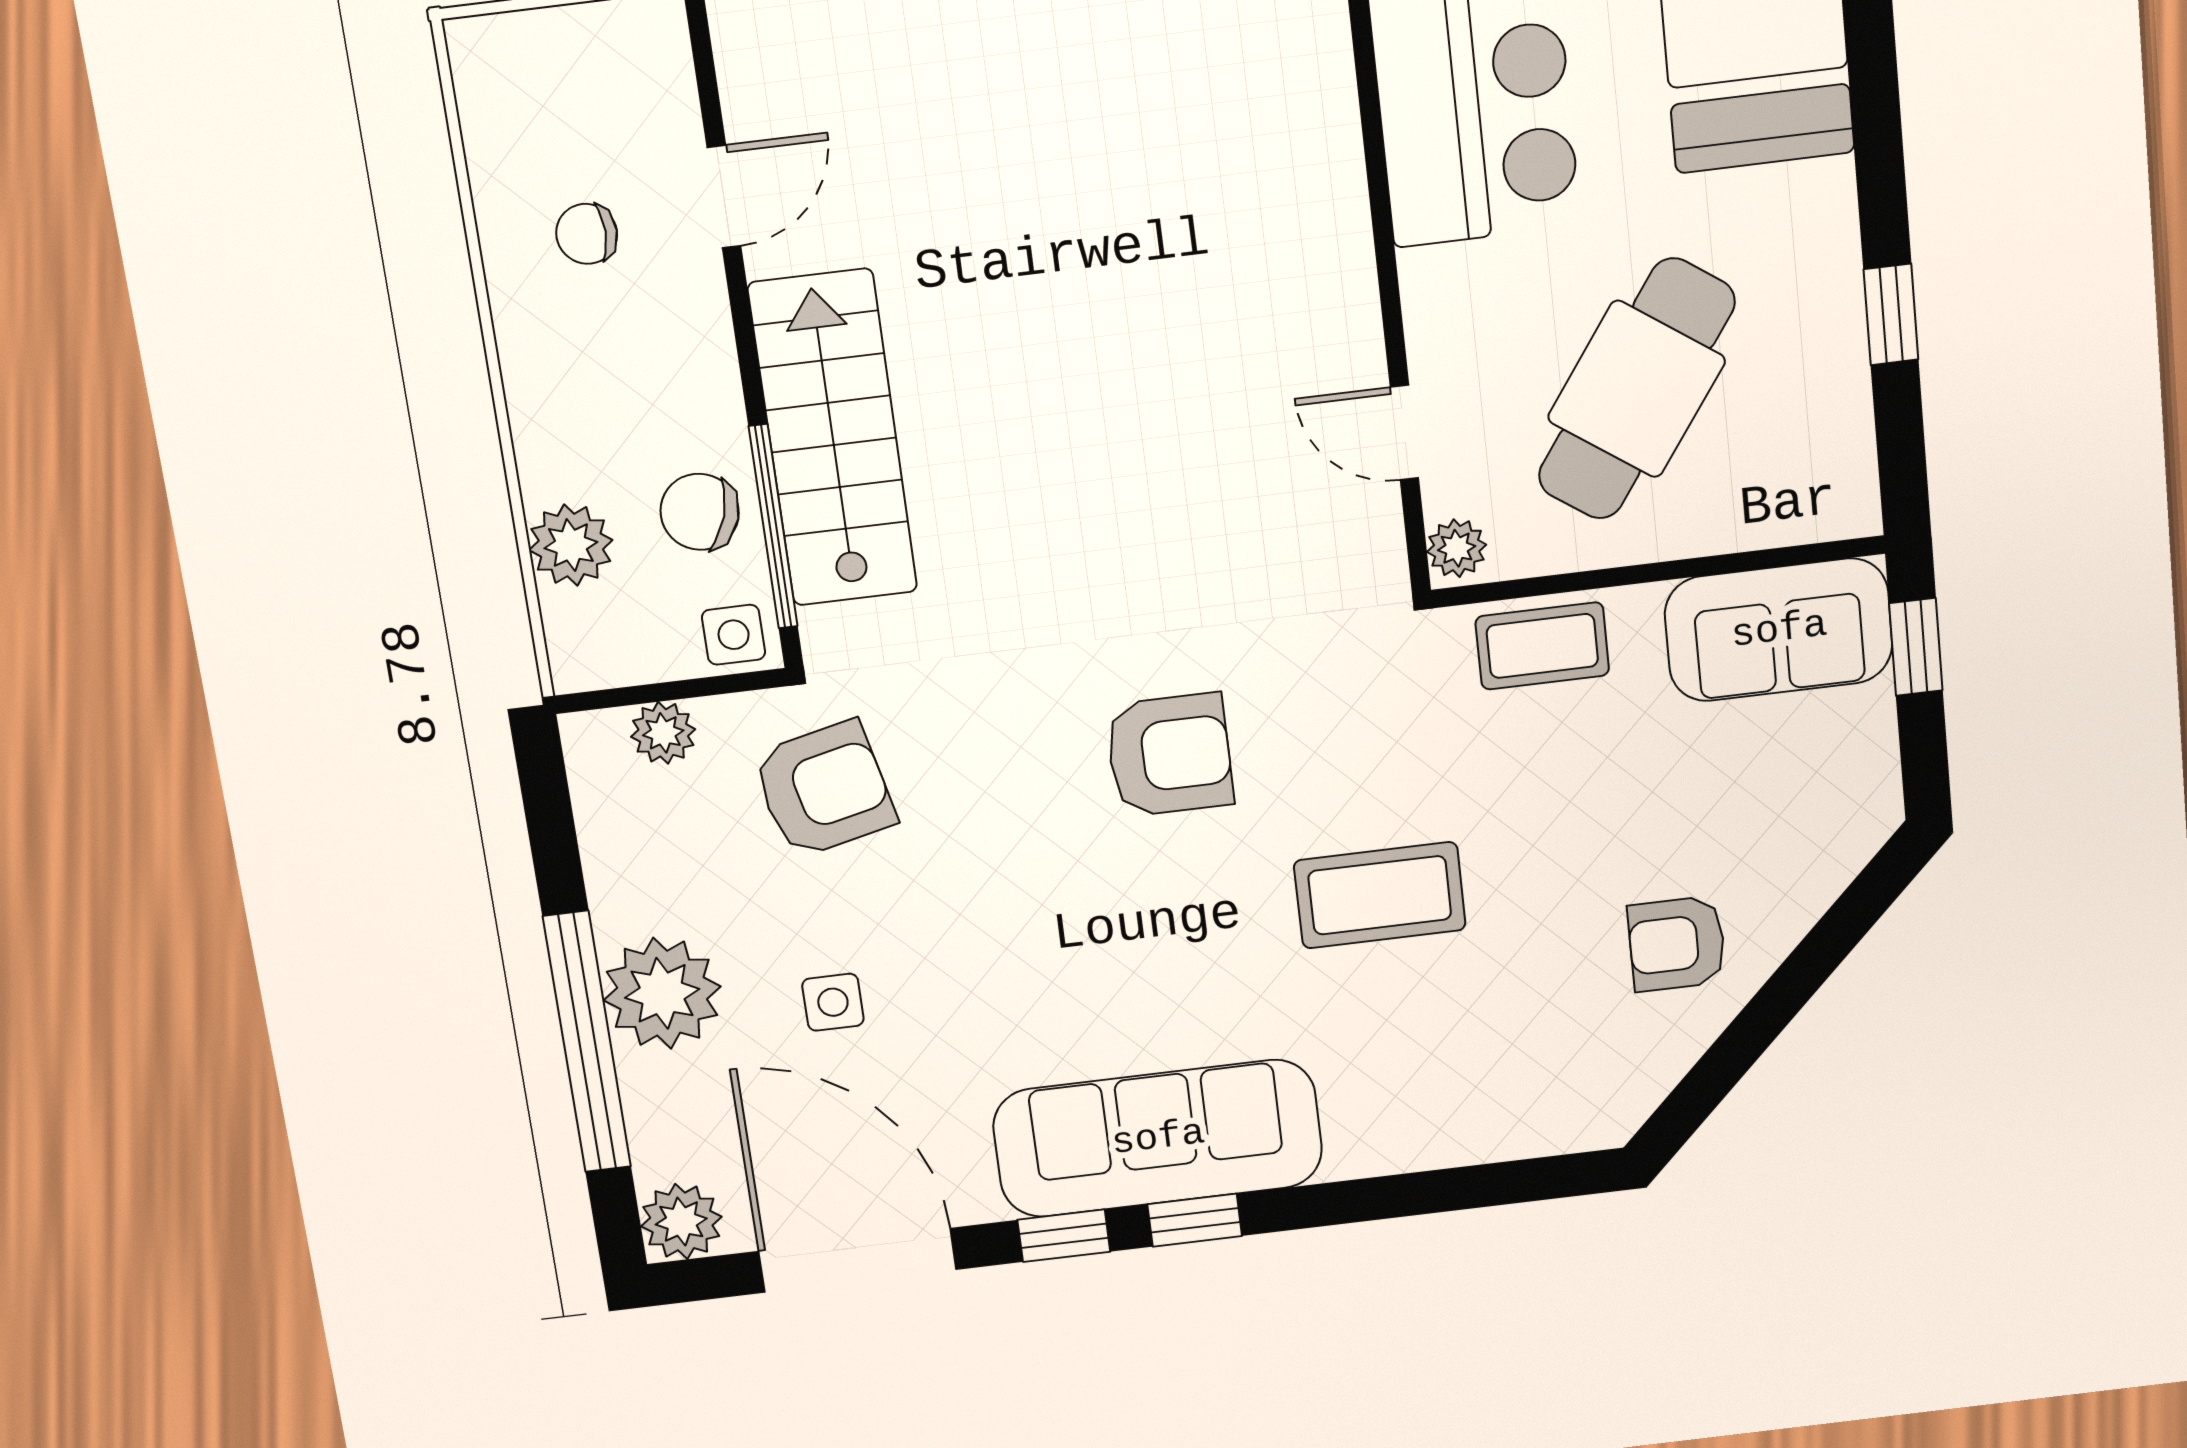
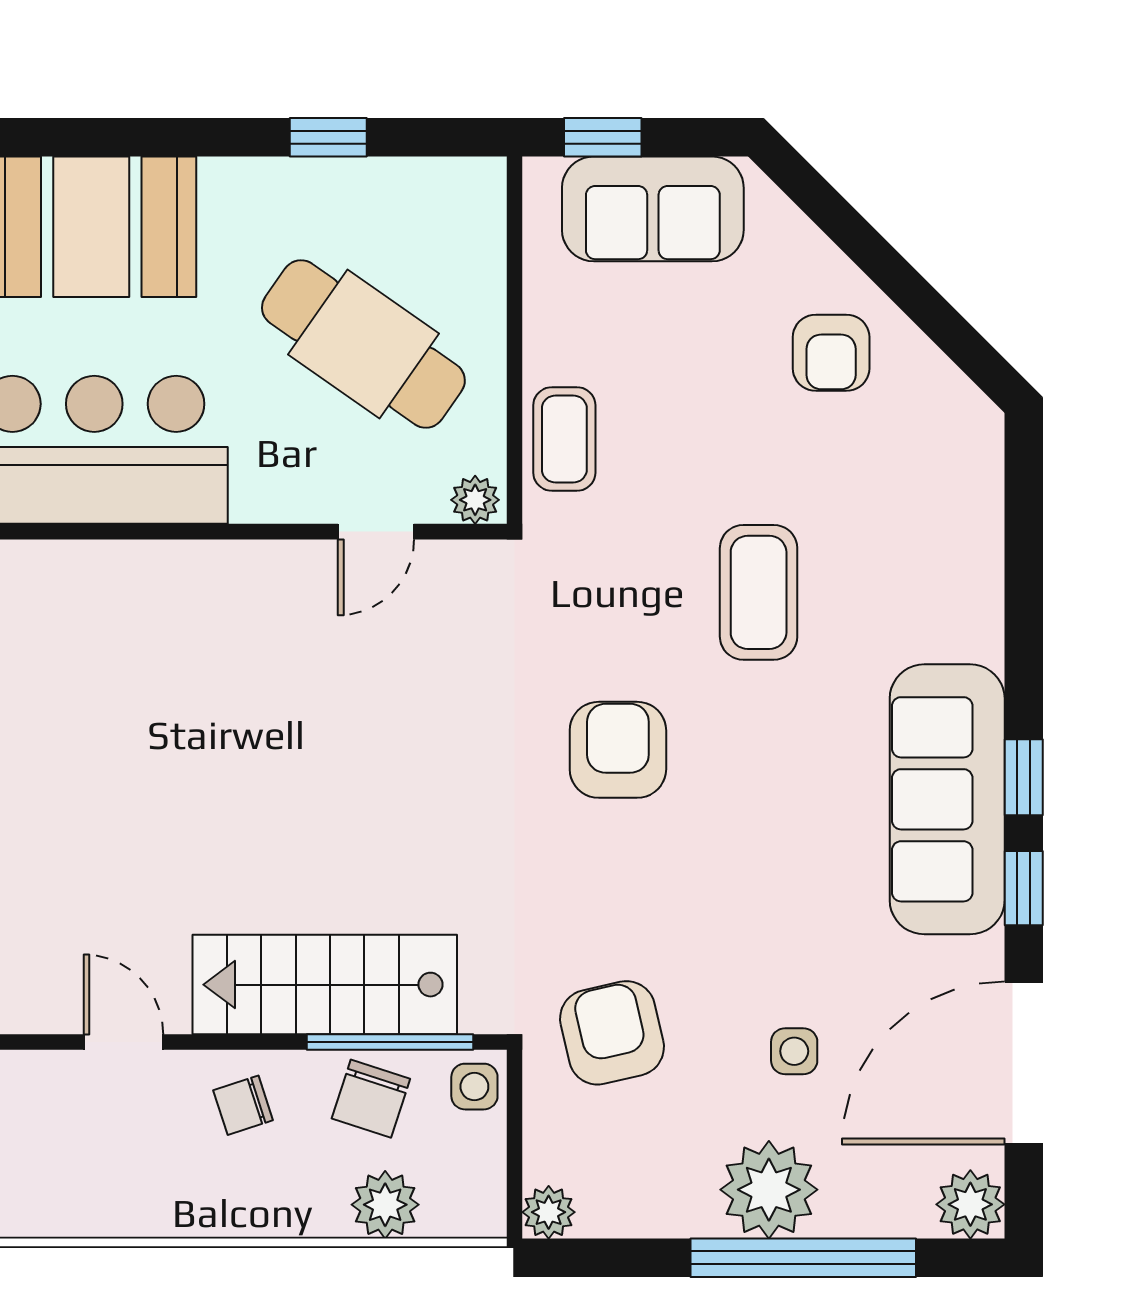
chair: (587, 234) -> (243, 1105), moved, turned 72
sofa: (1779, 630) -> (653, 209), moved, turned 90
plant: (663, 733) -> (549, 1212), moved

